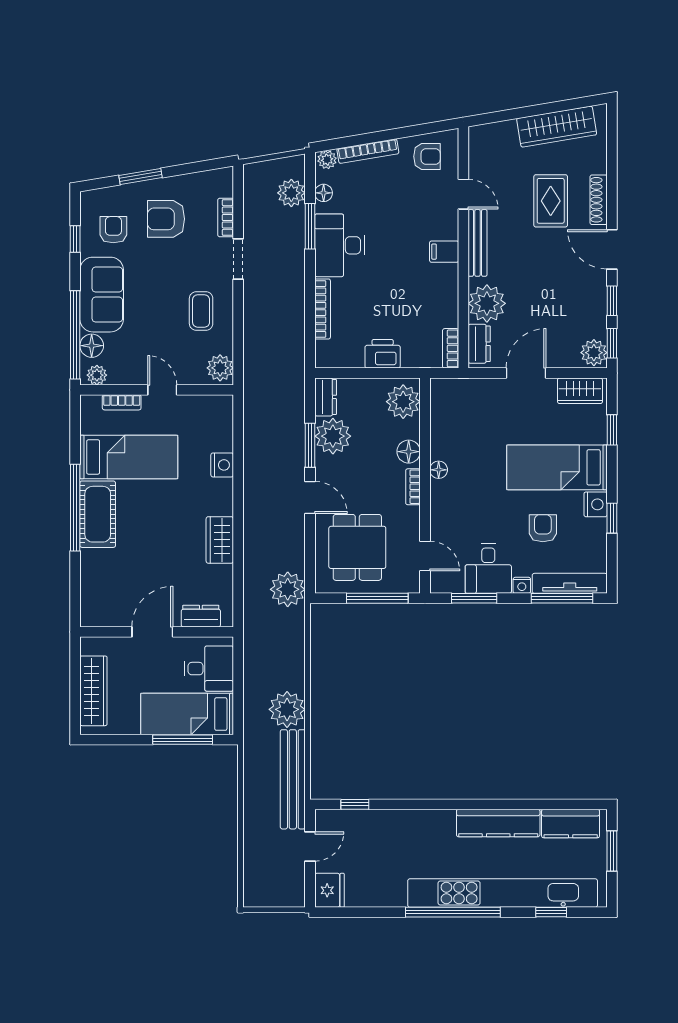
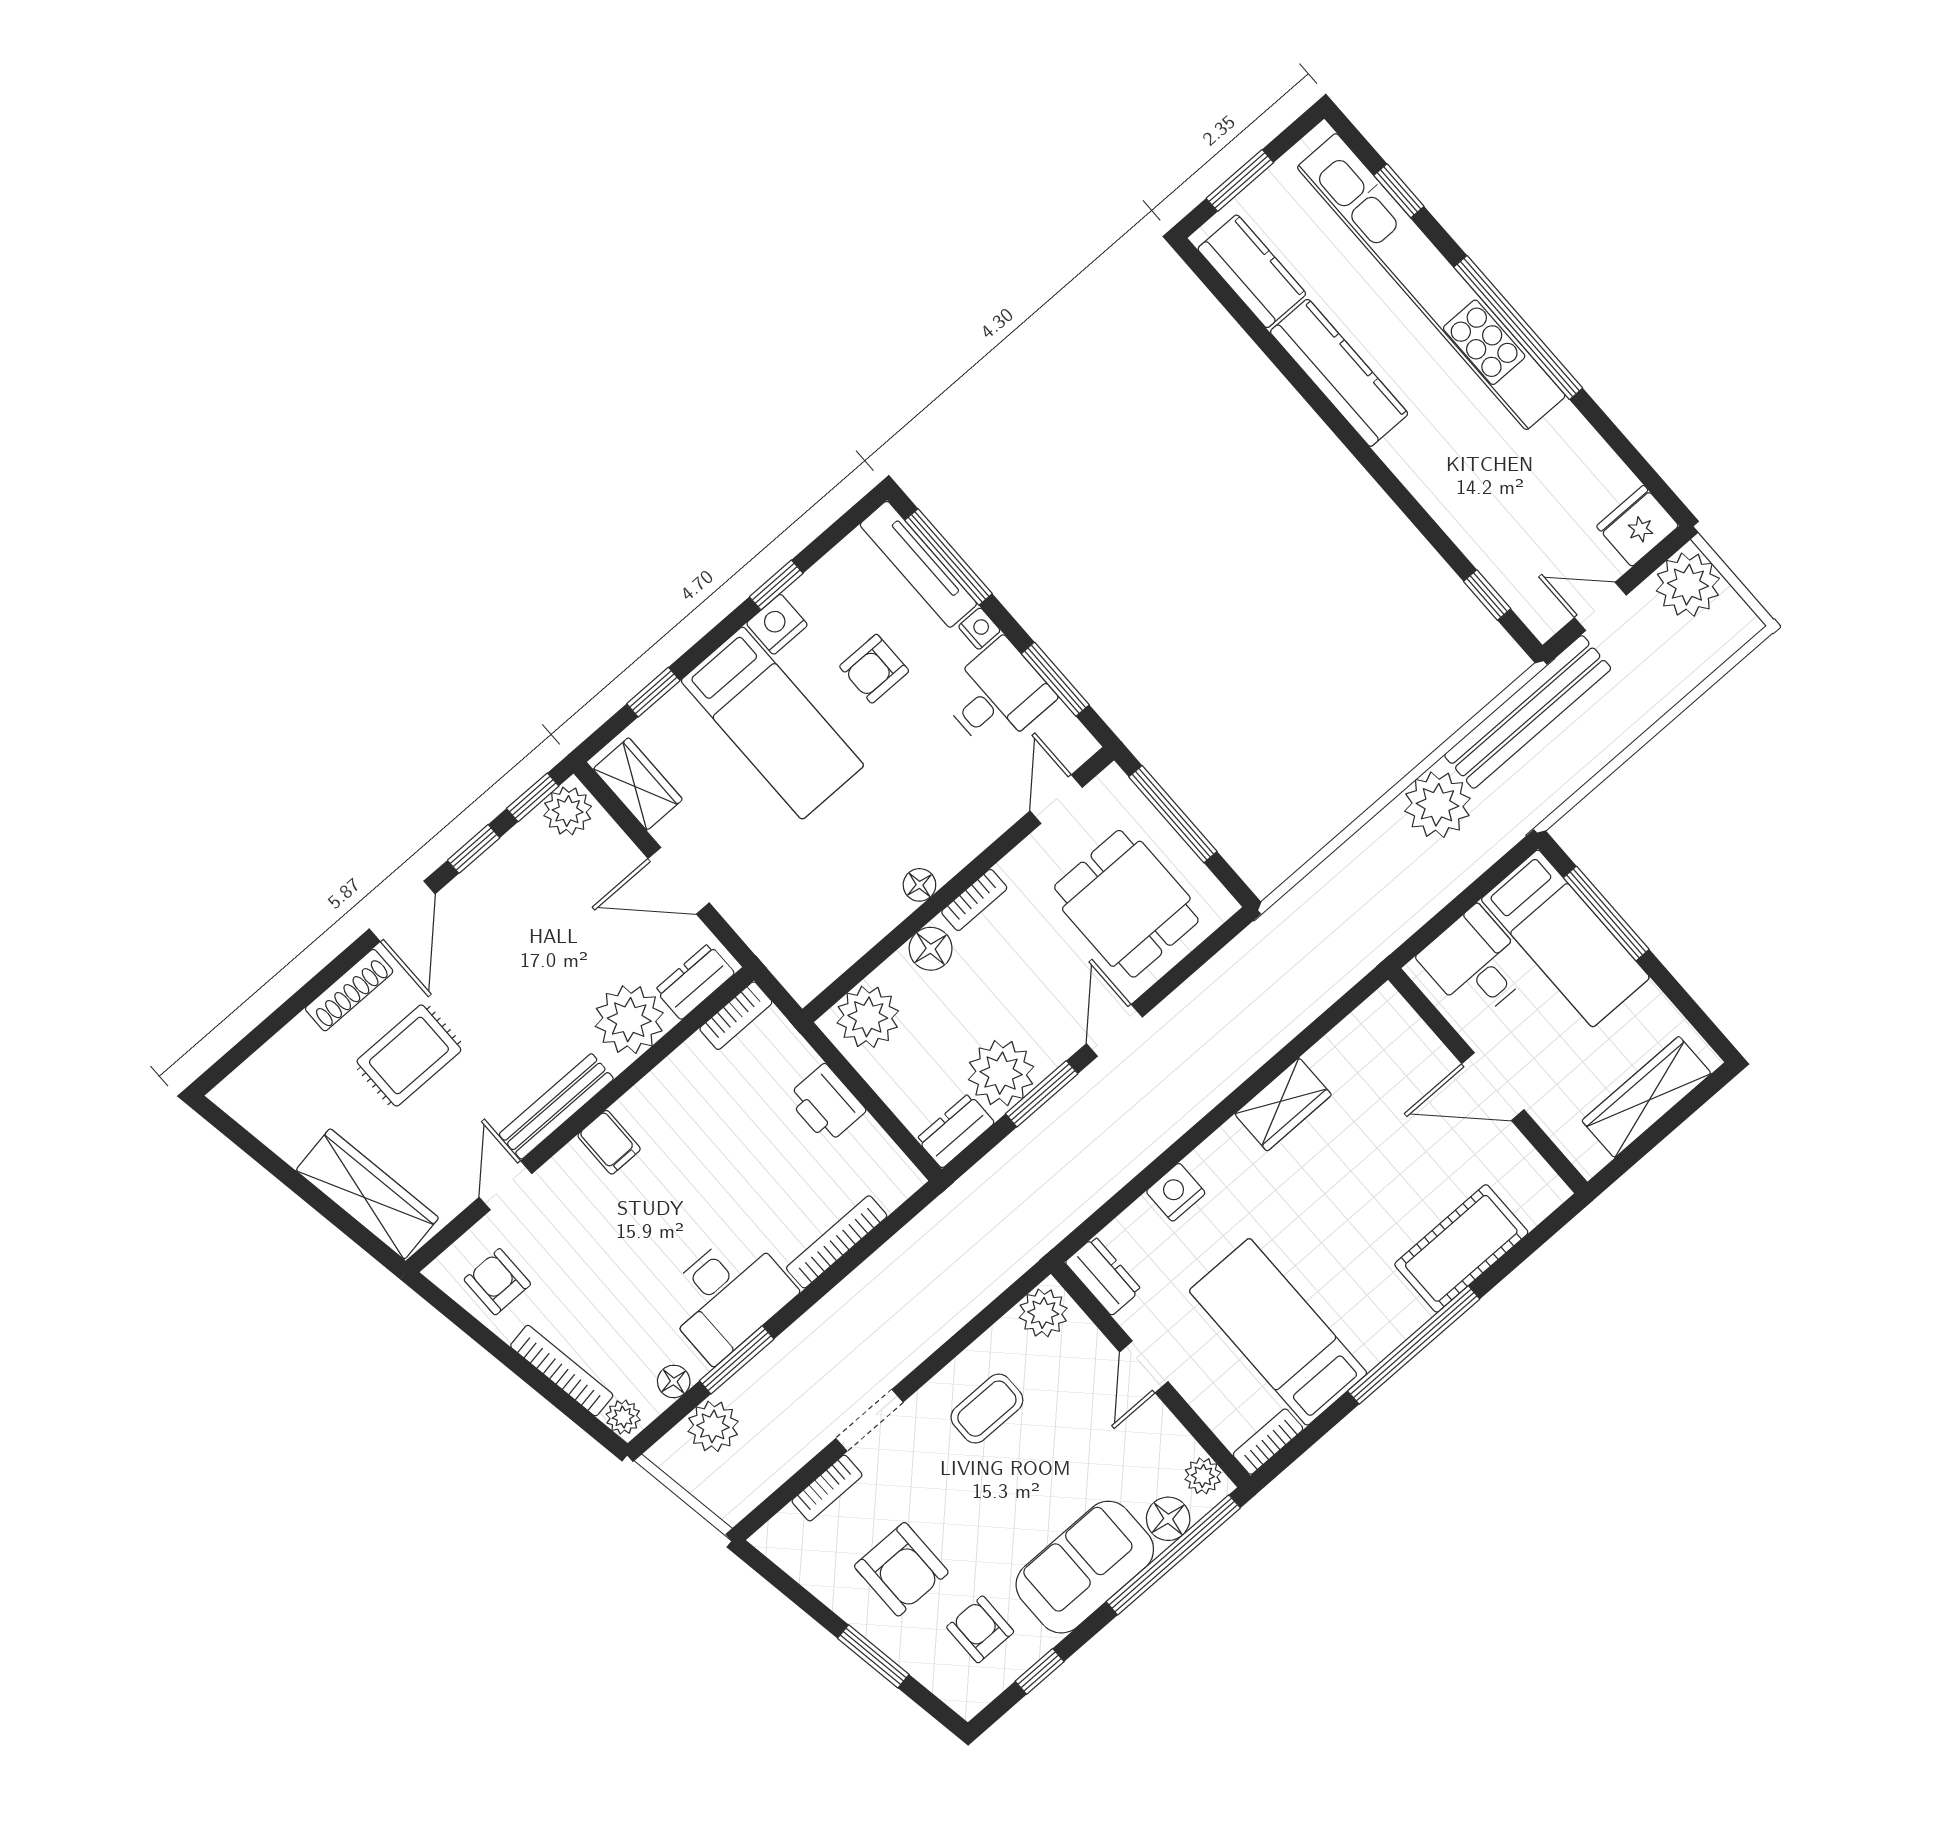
wardrobe: (557, 127) -> (367, 1194), moved
armchair: (113, 230) -> (980, 1629), turned 90
bookcase: (122, 402) -> (1268, 1442), moved, turned -90
cot: (98, 514) -> (1461, 1248), moved
dining table: (357, 547) -> (1126, 904), turned 90
plant: (288, 589) -> (1688, 585), moved
dresser: (201, 616) -> (1103, 1276), moved, turned 180

